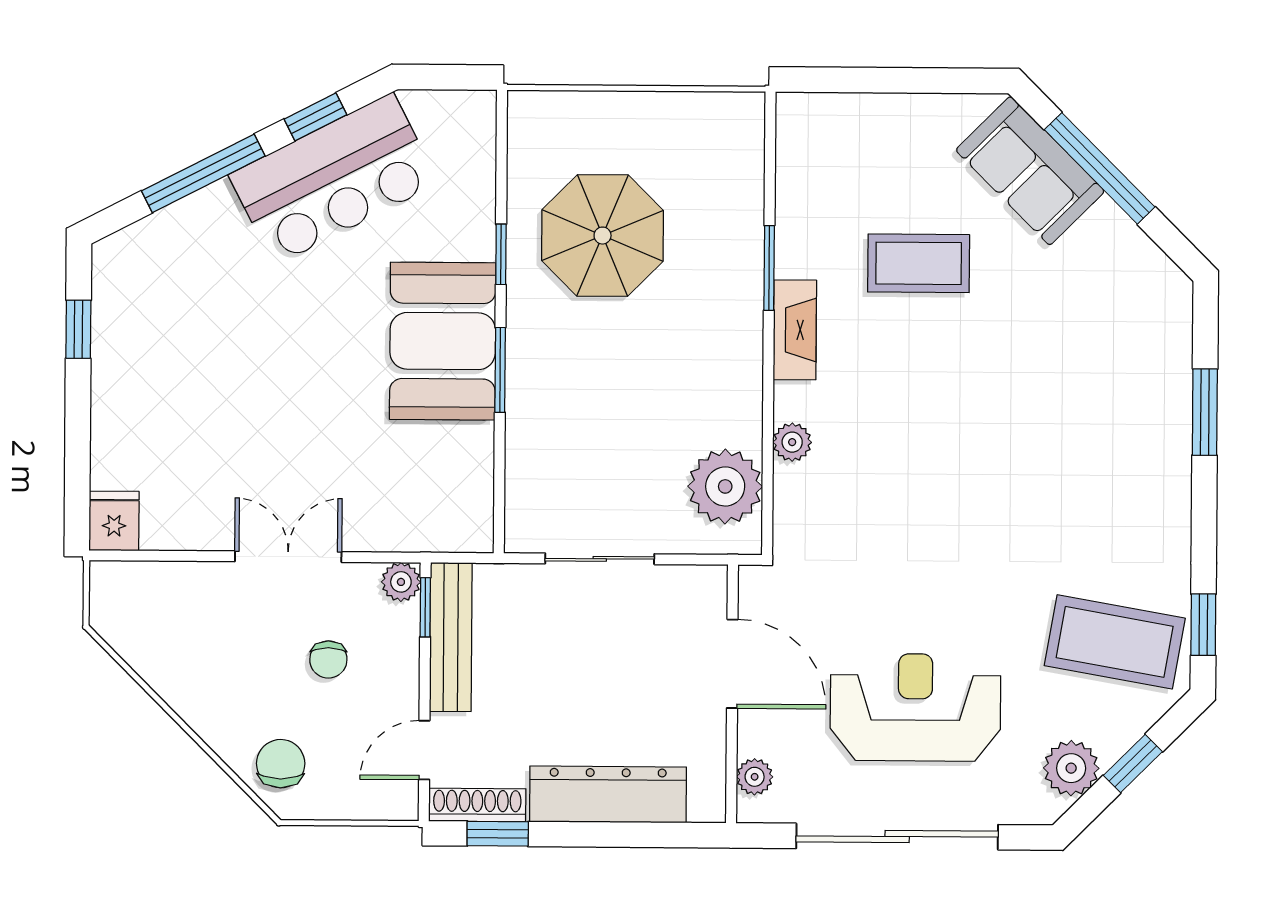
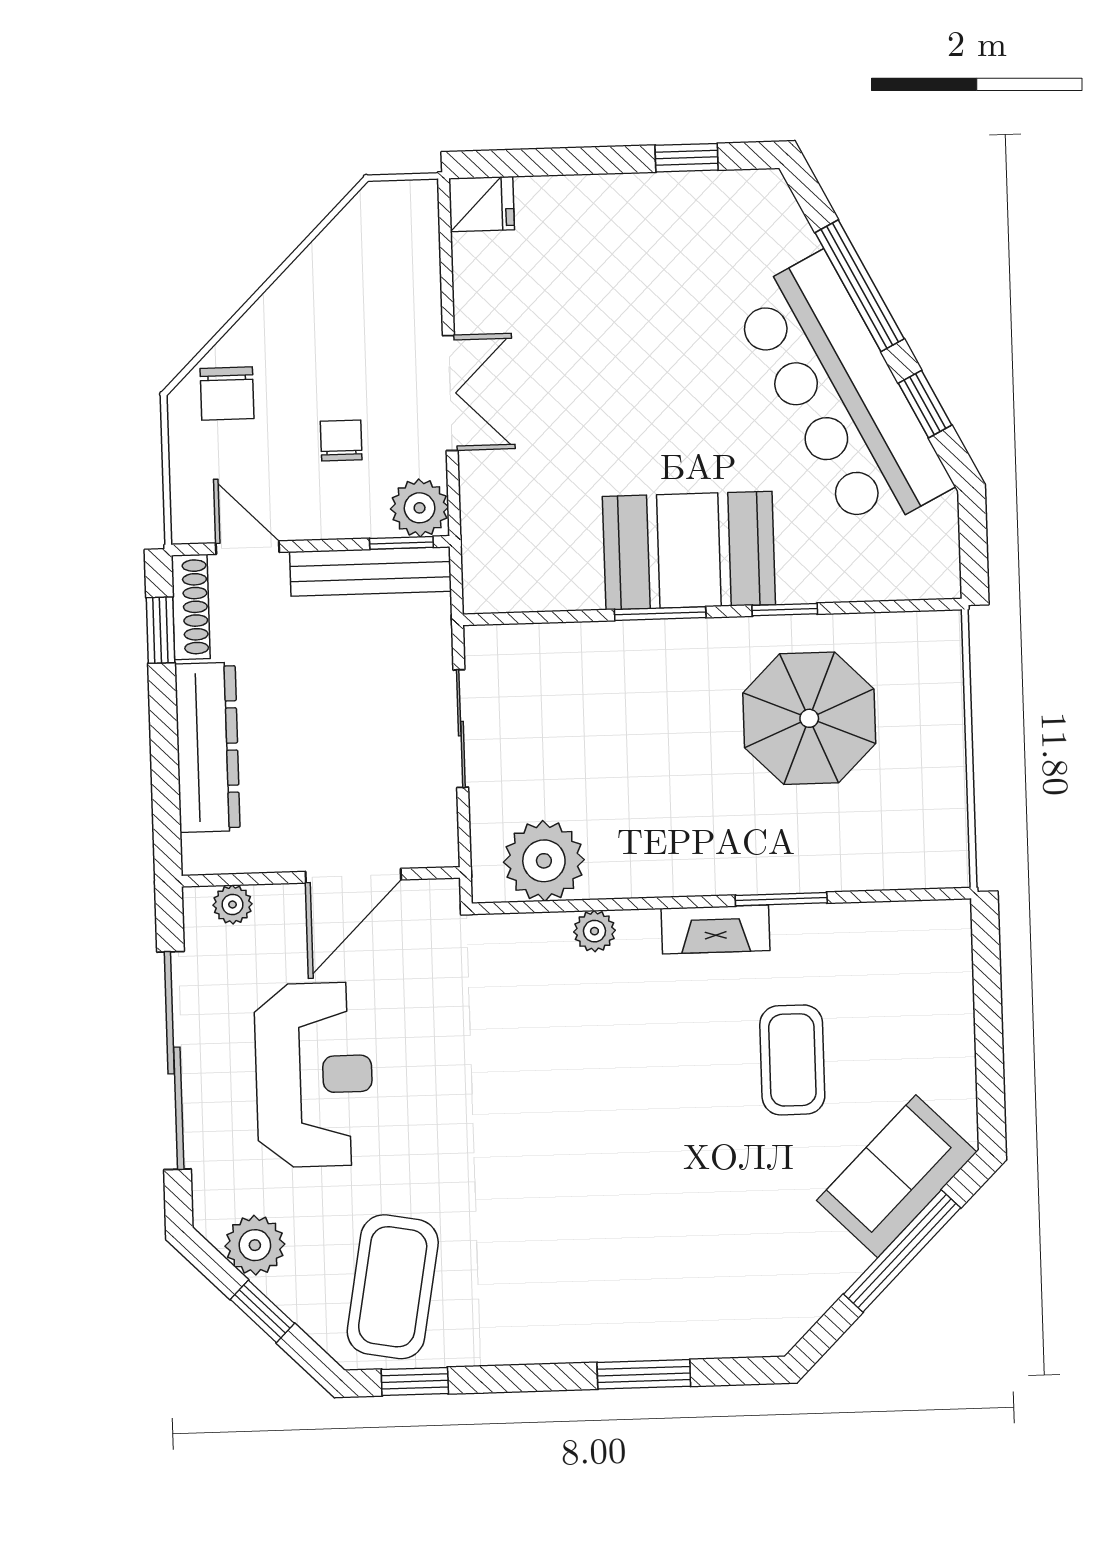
bar counter: (334, 179) -> (841, 395), width x1.36
plant: (401, 582) -> (420, 508), width x1.38, depth x1.38
chair: (328, 660) -> (341, 441), turned 90
chair: (281, 764) -> (227, 393), turned 90

